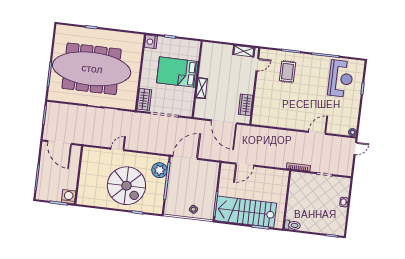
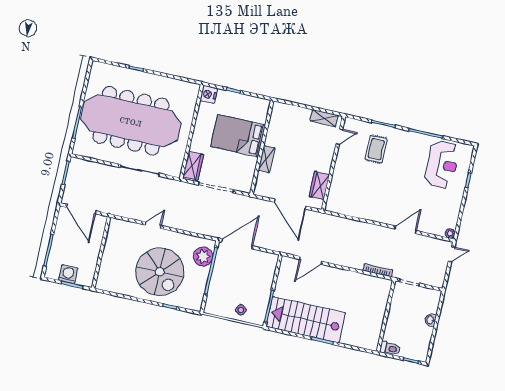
washing machine: (69, 197) -> (68, 274), moved
wall: (287, 200) -> (386, 316), moved
toilet: (292, 225) -> (390, 348), moved

